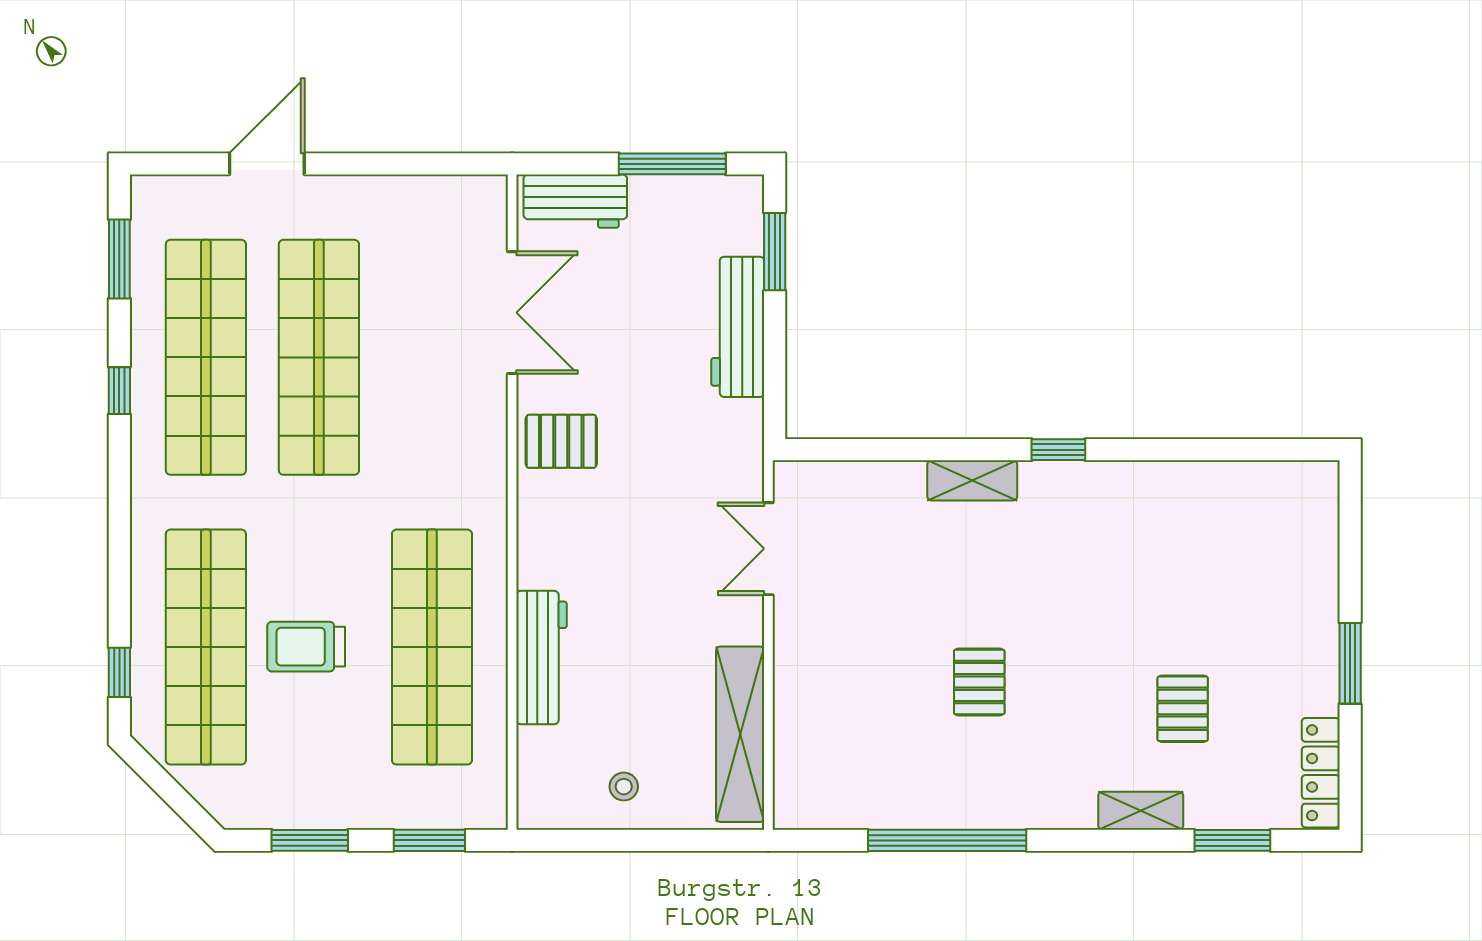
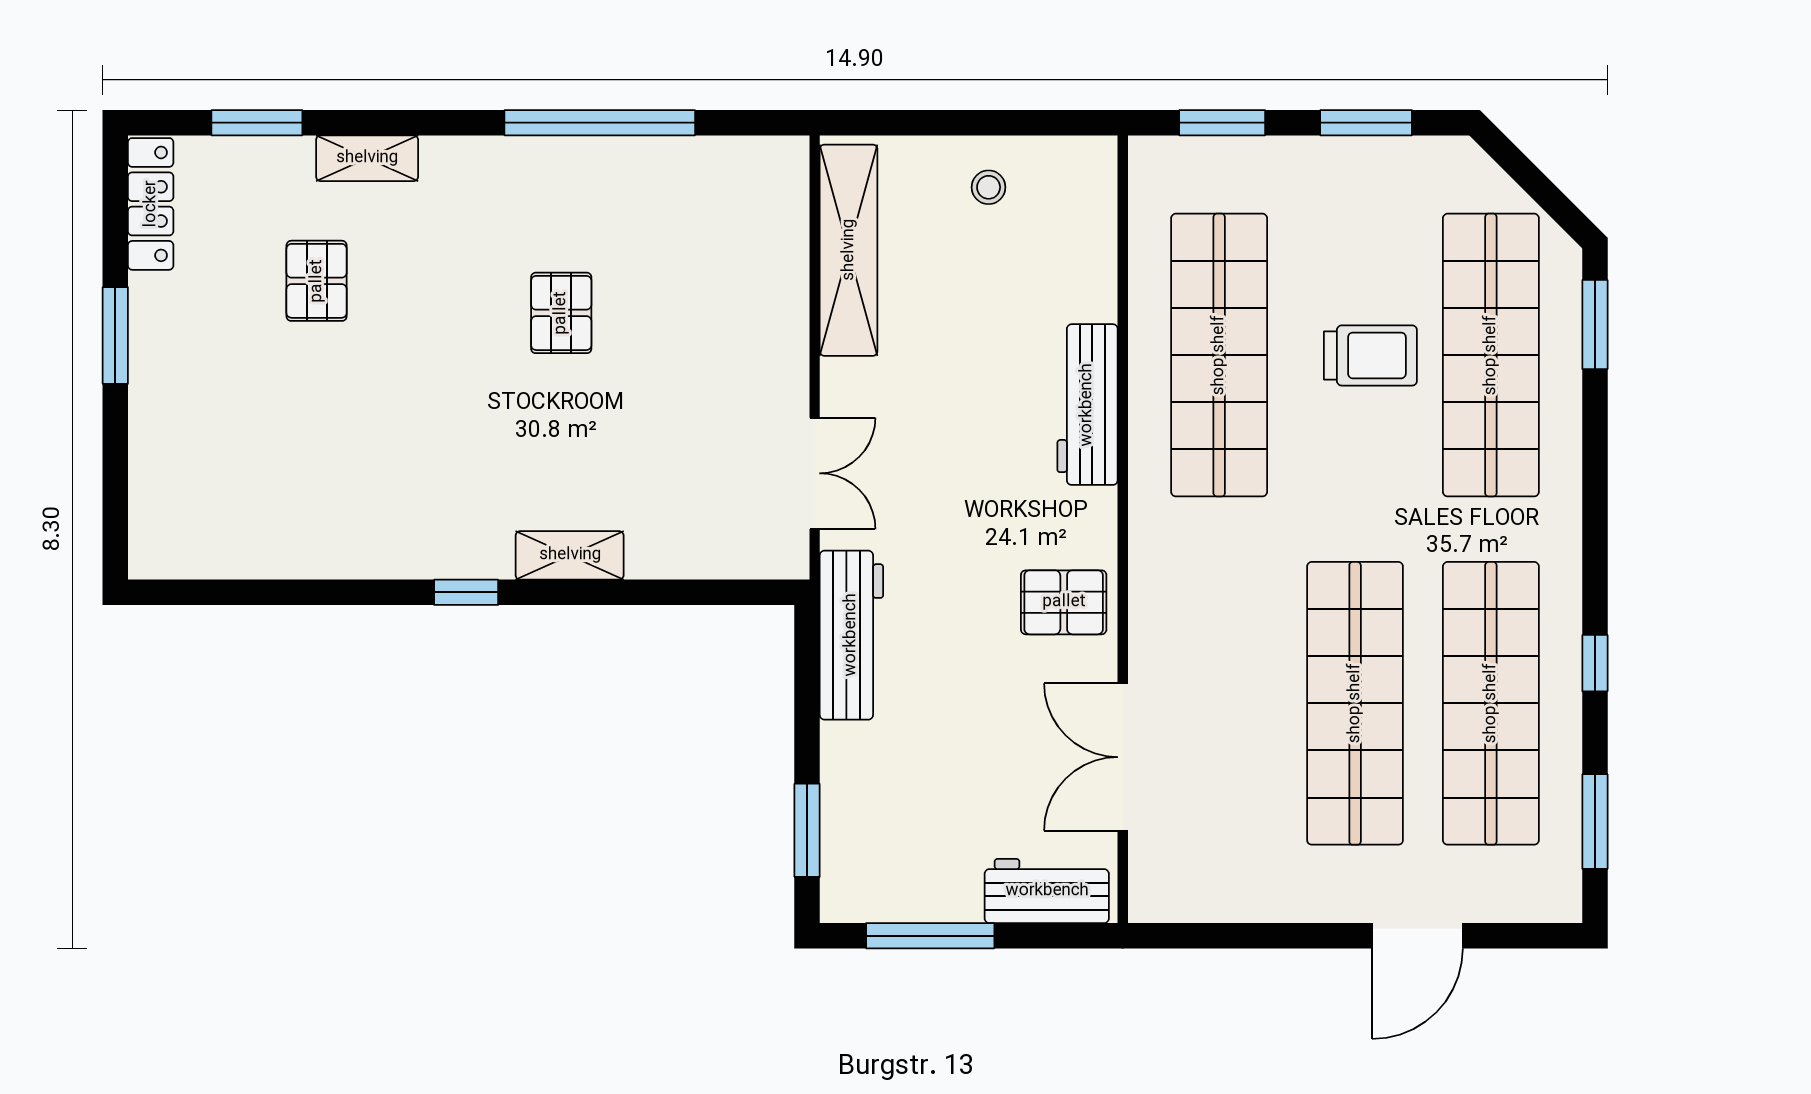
workbench: (738, 327) -> (851, 635), moved
workbench: (541, 658) -> (1087, 405), moved
window: (119, 672) -> (1595, 325), width x1.50

